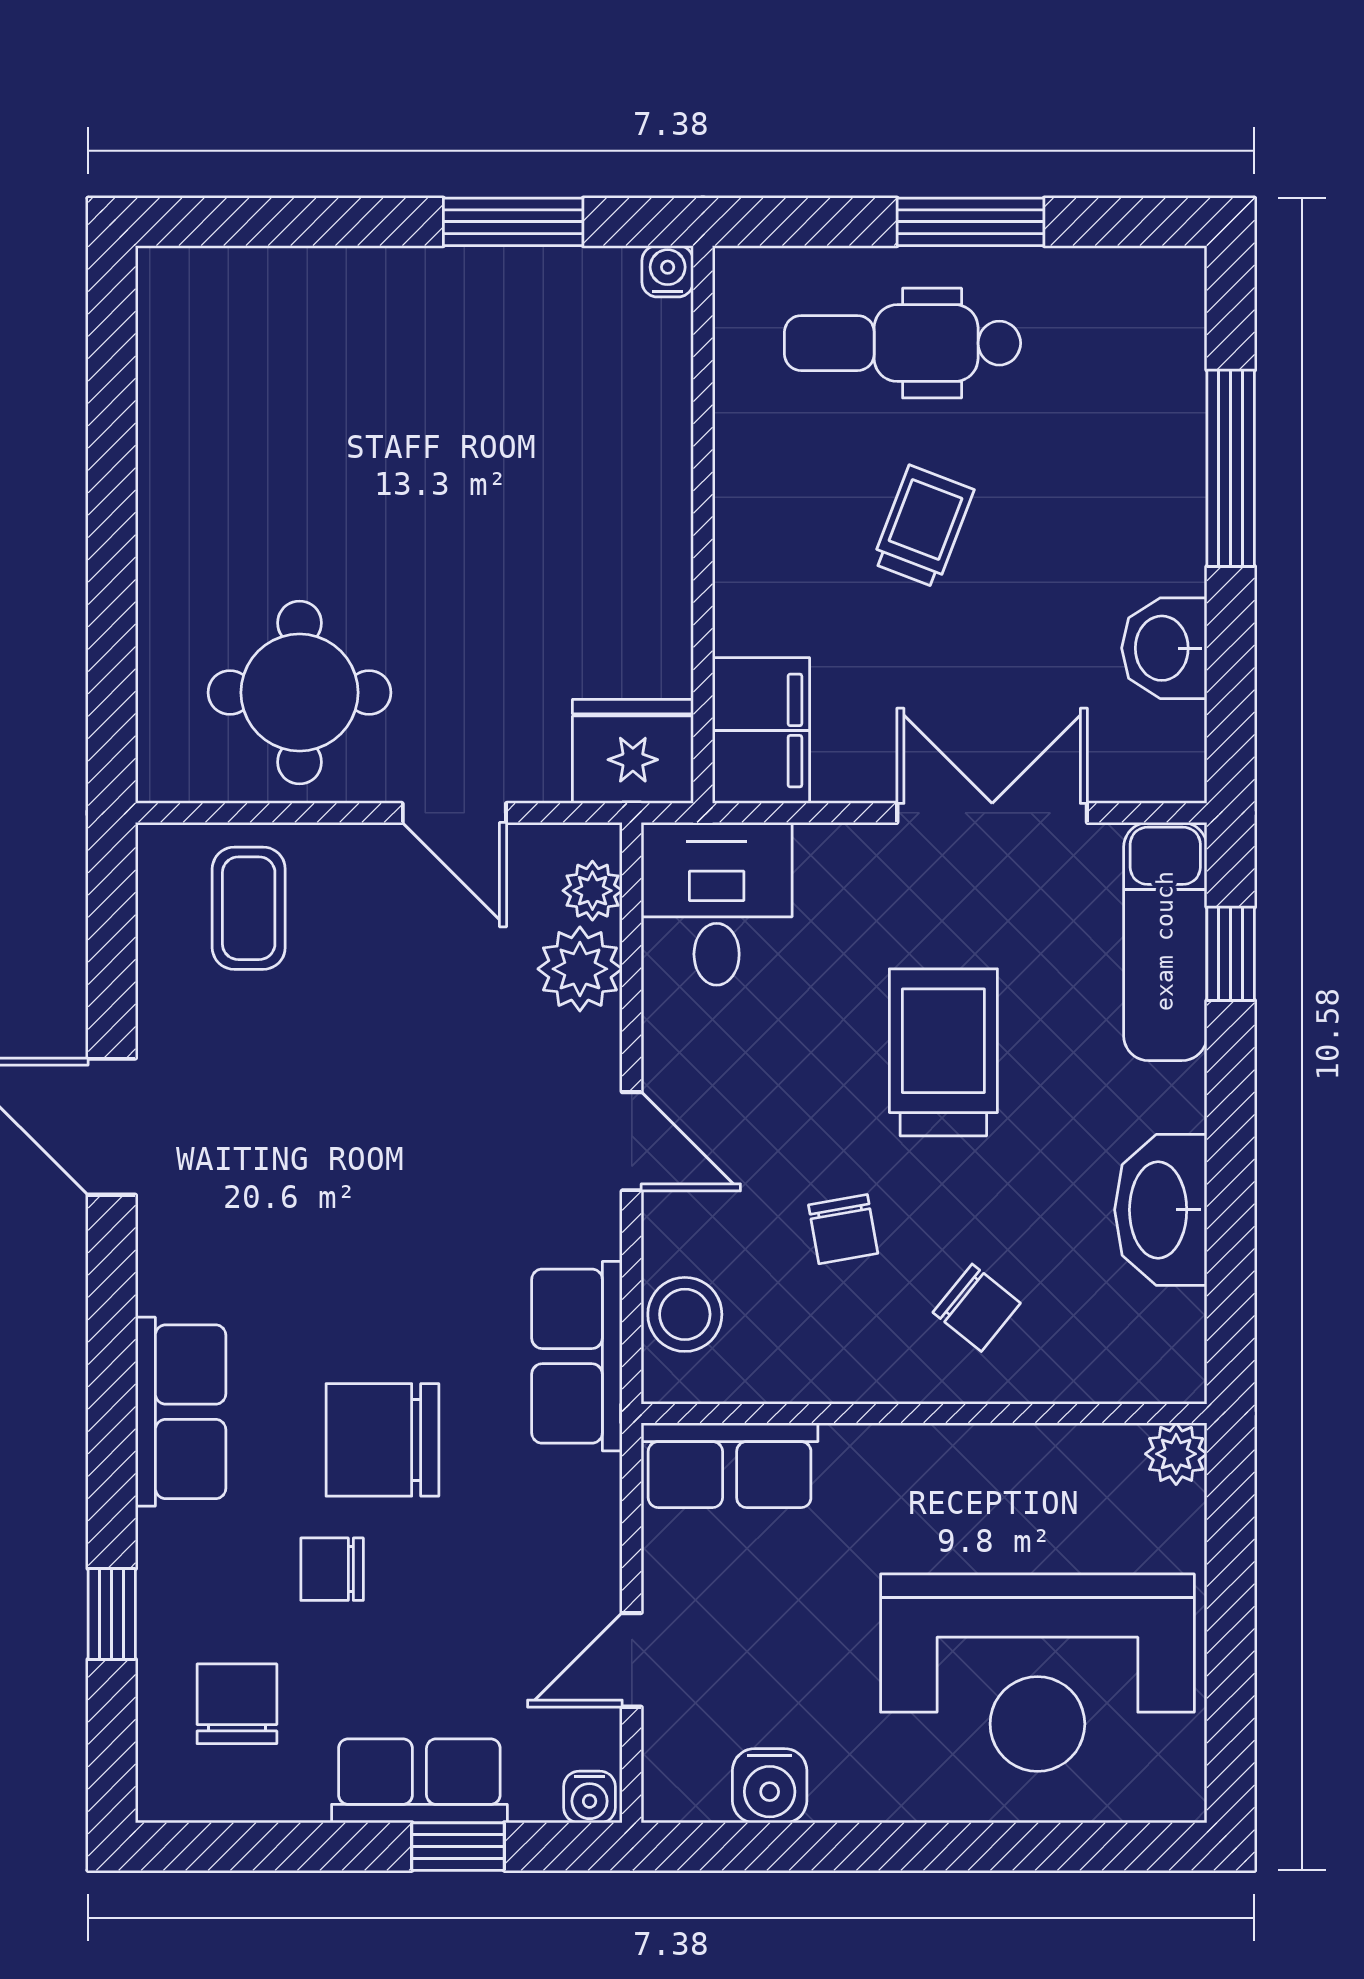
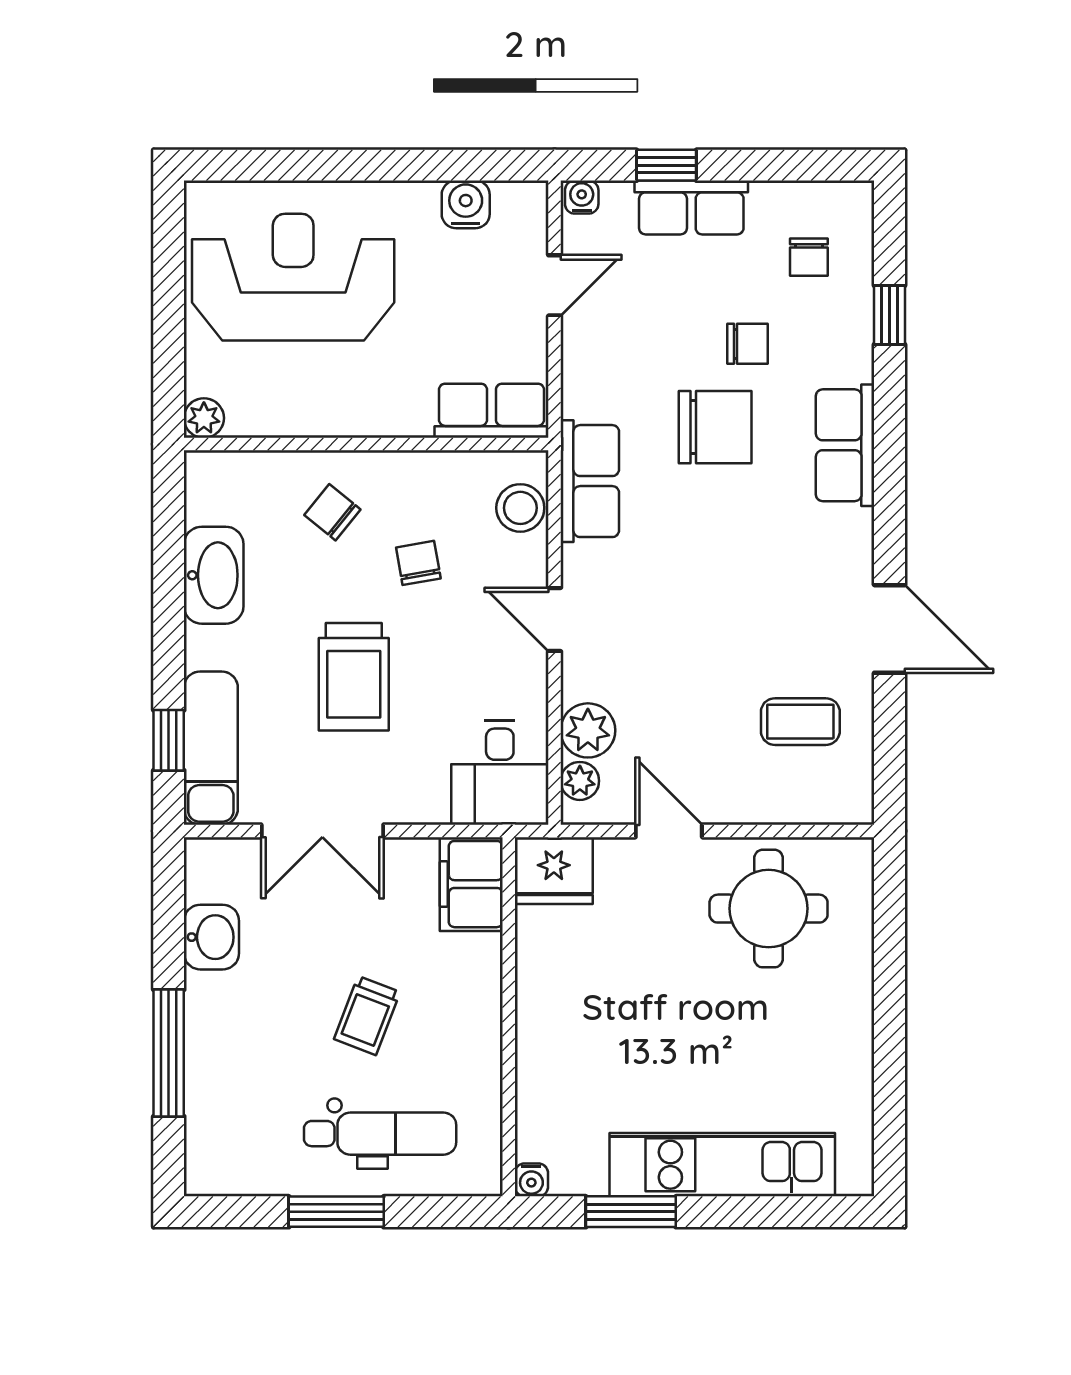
kitchen unit: (371, 295) -> (722, 1165), added
coffee table: (249, 908) -> (800, 722), moved, turned 90
chair: (237, 1704) -> (809, 257), width x0.73, depth x0.73

